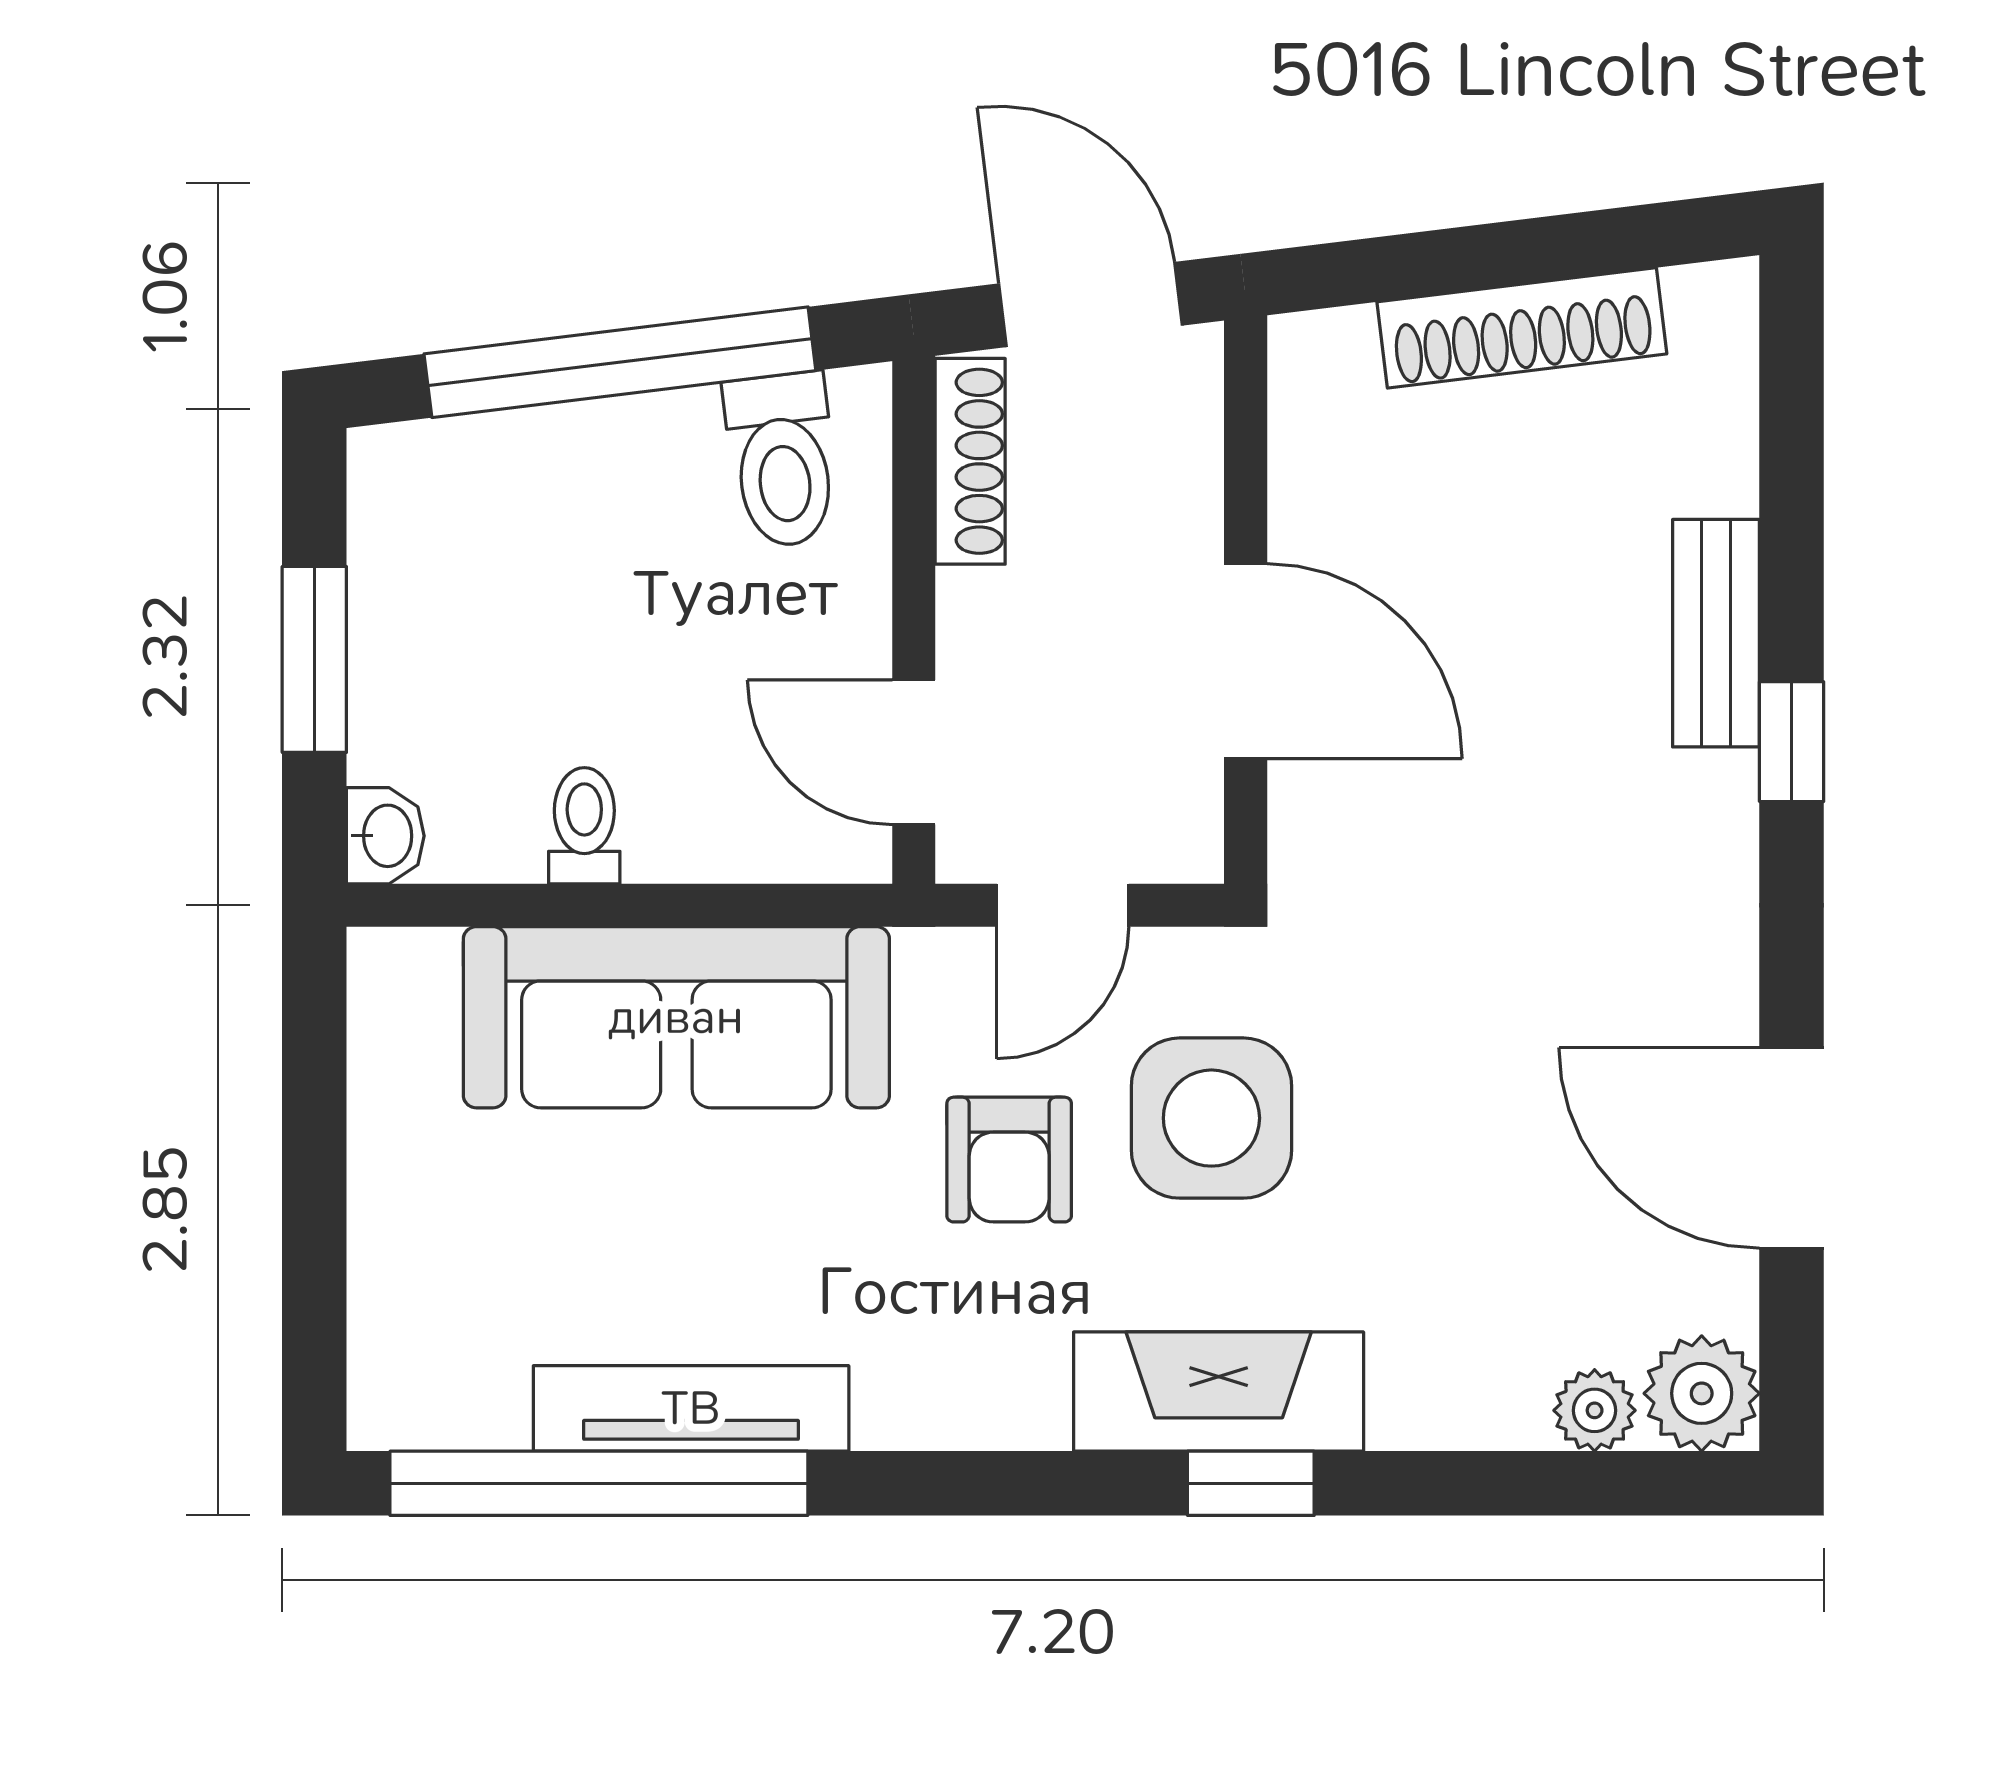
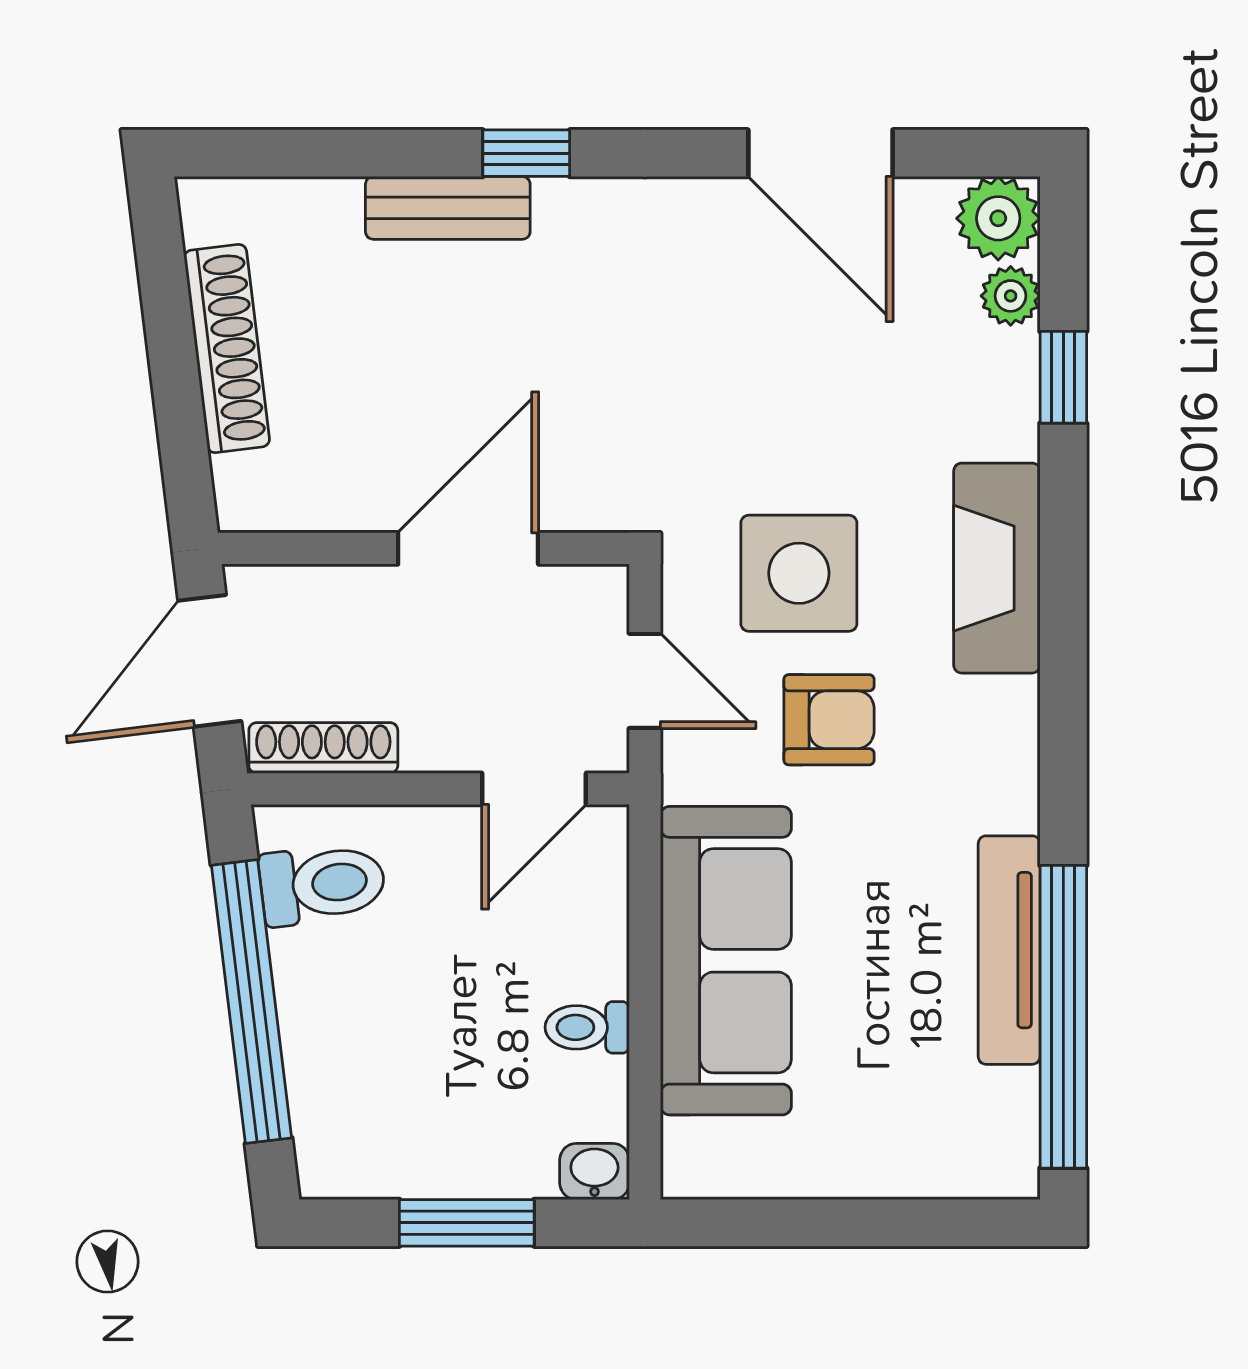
door: (1792, 1148) -> (820, 153), hinge flipped
window: (1251, 1483) -> (1063, 377), moved

